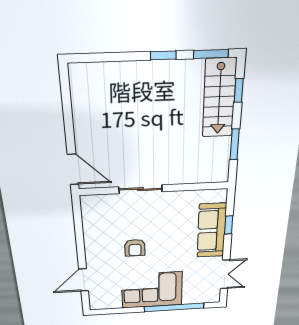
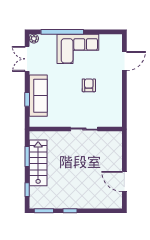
stairs: (219, 98) -> (38, 163), moved
door: (73, 169) -> (124, 182), moved
plant: (214, 298) -> (34, 39), added

